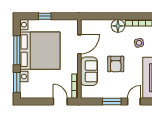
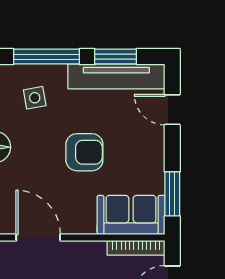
sofa: (89, 71) -> (131, 215), moved
window: (112, 102) -> (172, 194), moved

